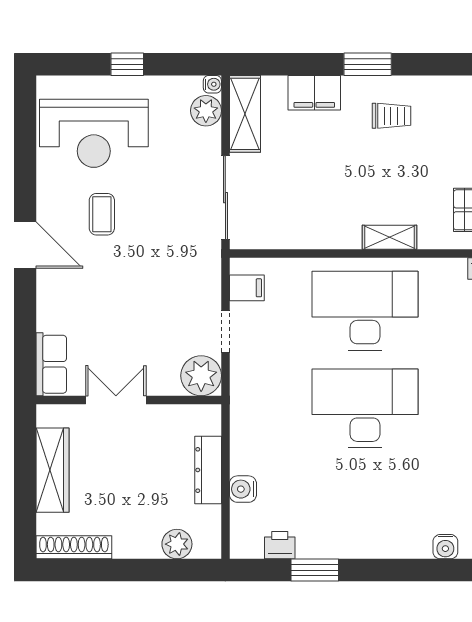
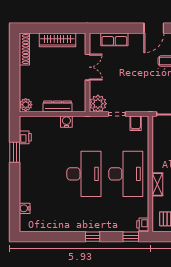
row of seats: (51, 364) -> (114, 39), moved
water cooler: (243, 489) -> (66, 122), moved
plant: (177, 544) -> (26, 105), moved

